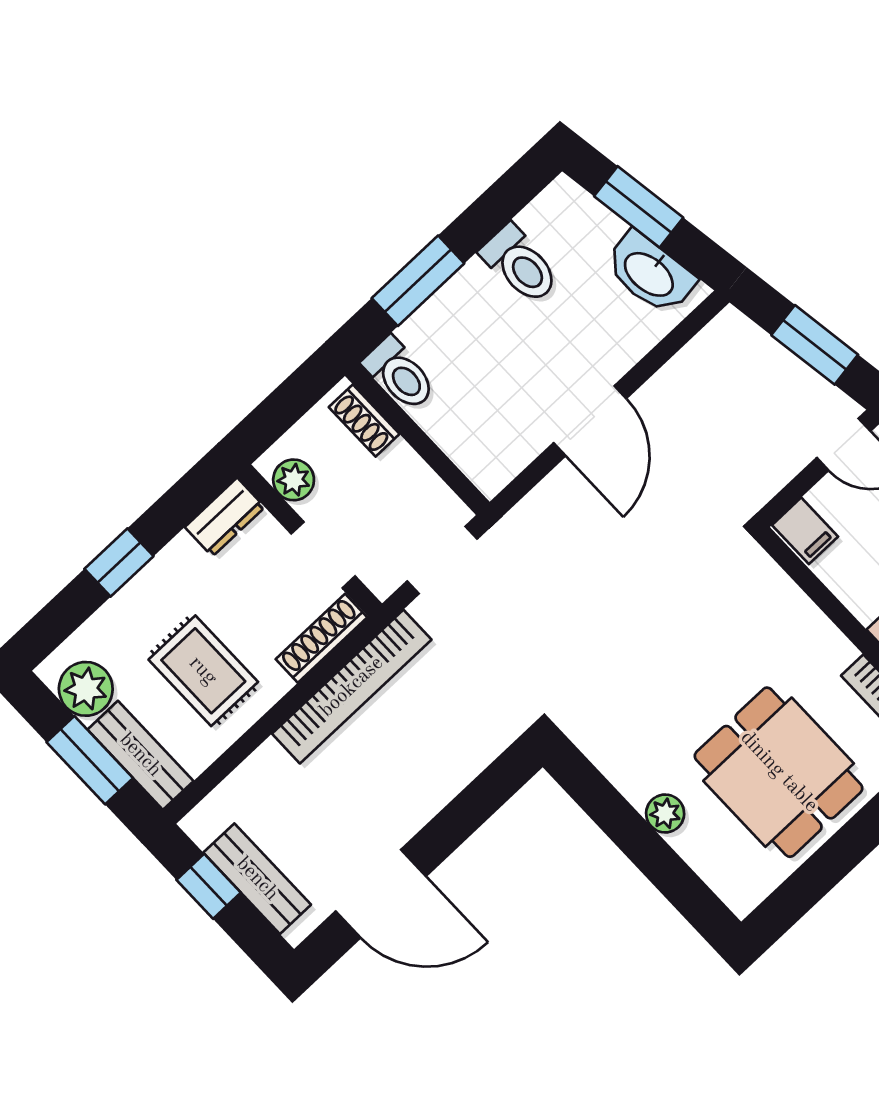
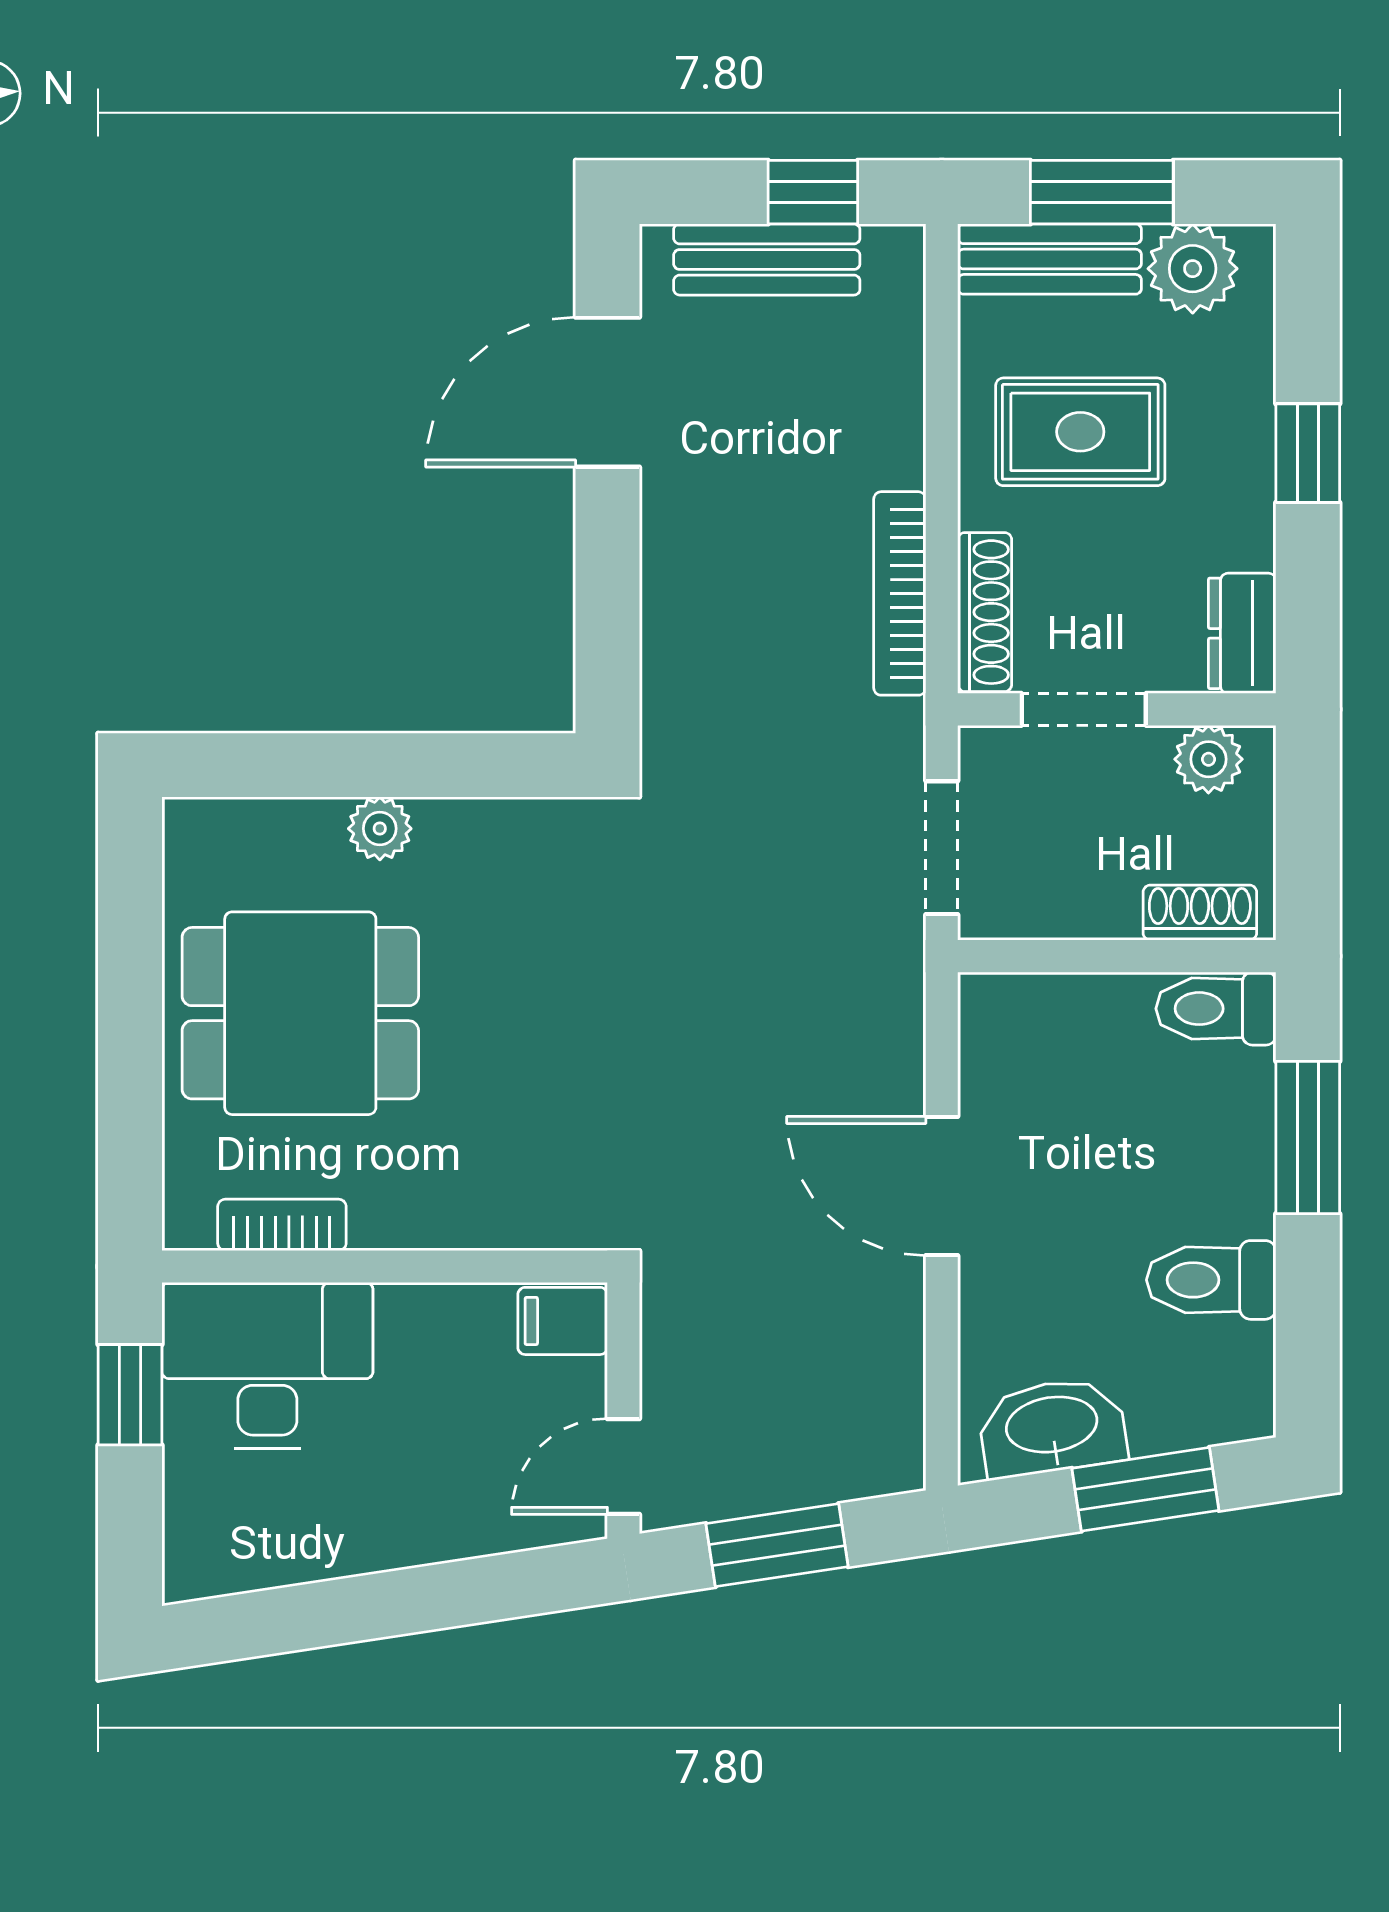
bookcase: (352, 687) -> (900, 593), width x0.68, depth x0.76

